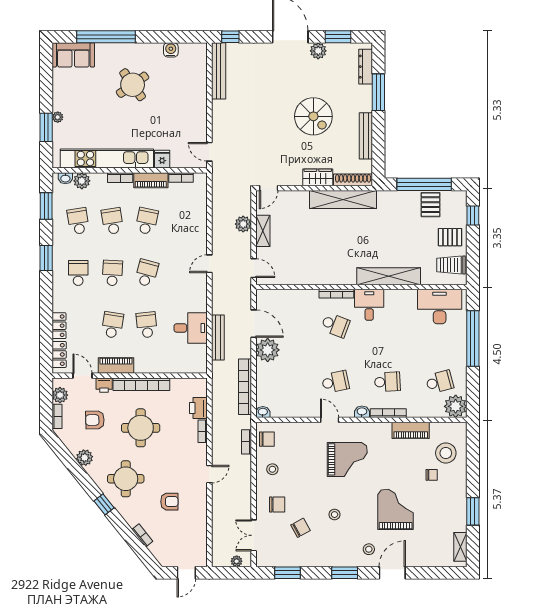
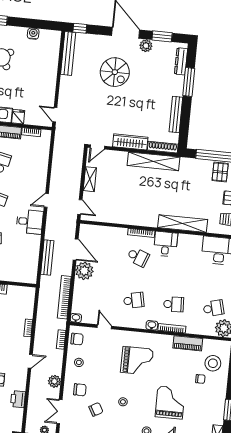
spiral stairs: (313, 116) -> (115, 72), moved
wardrobe: (318, 177) -> (130, 142), width x1.50
plant: (243, 224) -> (54, 381), moved
desk: (191, 328) -> (30, 222), moved
printer: (198, 408) -> (18, 399), moved
door: (330, 420) -> (104, 327), moved

